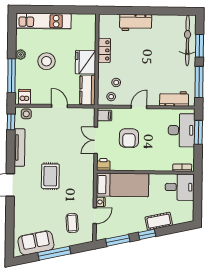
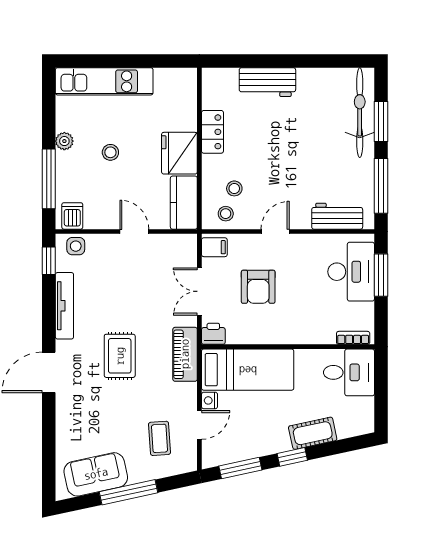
stool: (46, 61) -> (110, 152), width x0.53, depth x0.53
piano: (87, 176) -> (185, 354), added

